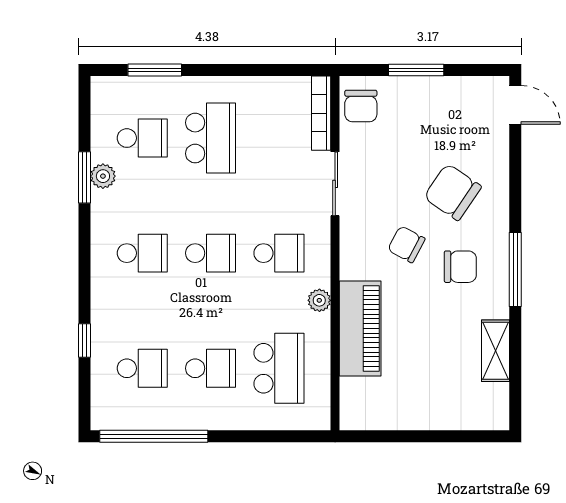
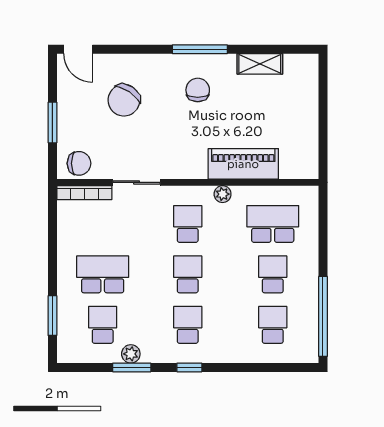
door: (515, 105) -> (78, 49), swing flipped
chair: (453, 192) -> (124, 100), moved
chair: (406, 244) -> (181, 130), removed
window: (85, 341) -> (189, 367), moved

